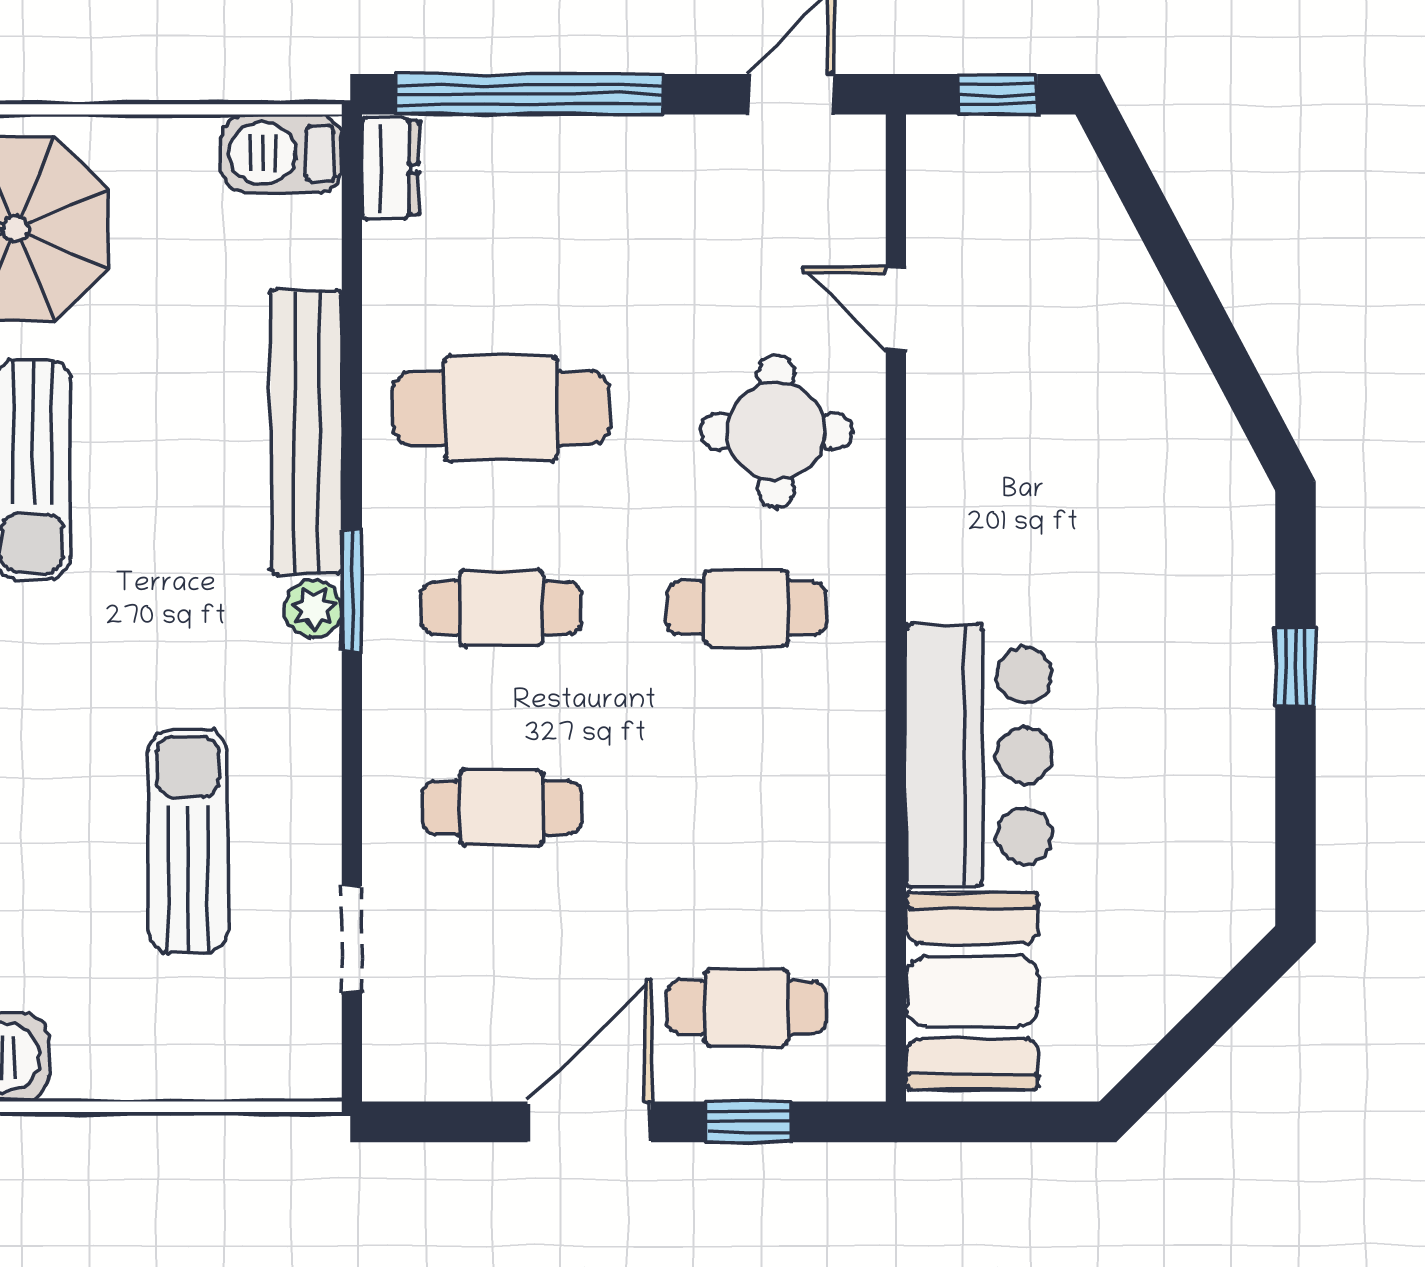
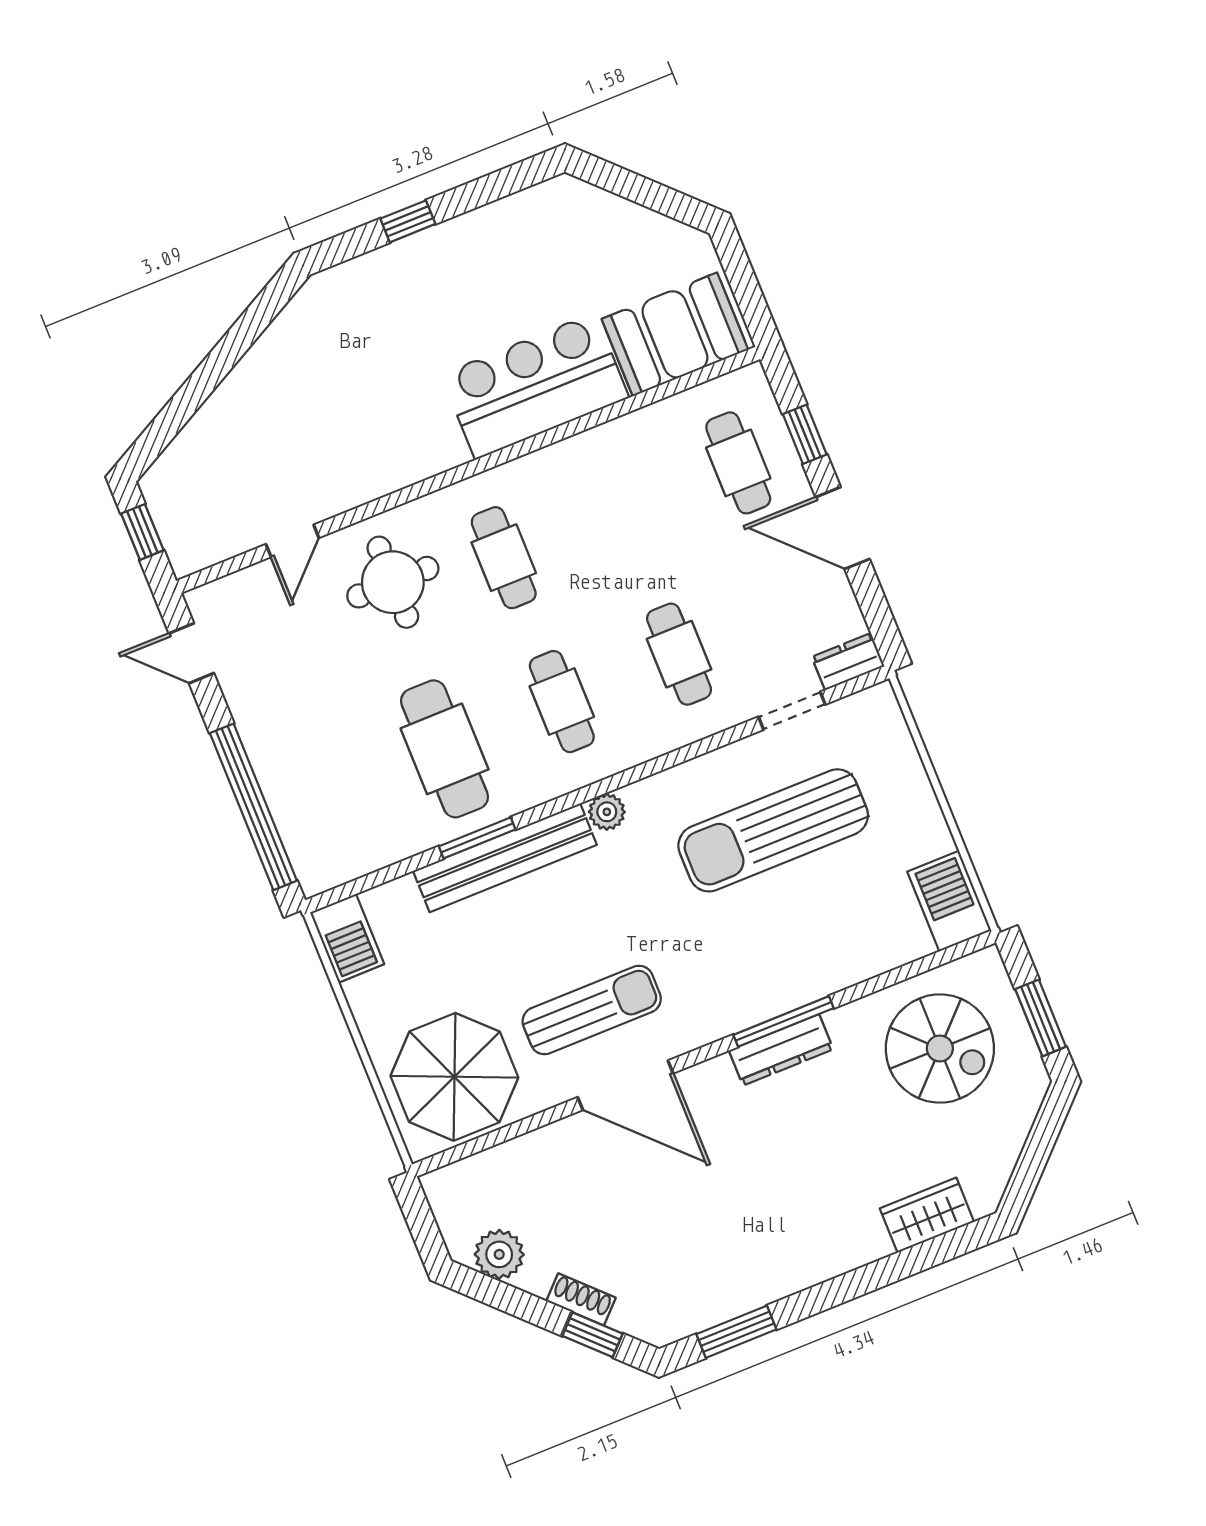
dresser: (391, 168) -> (848, 662), moved
window: (352, 591) -> (477, 838), moved
sun lounger: (188, 841) -> (773, 830), width x1.36, depth x1.34

